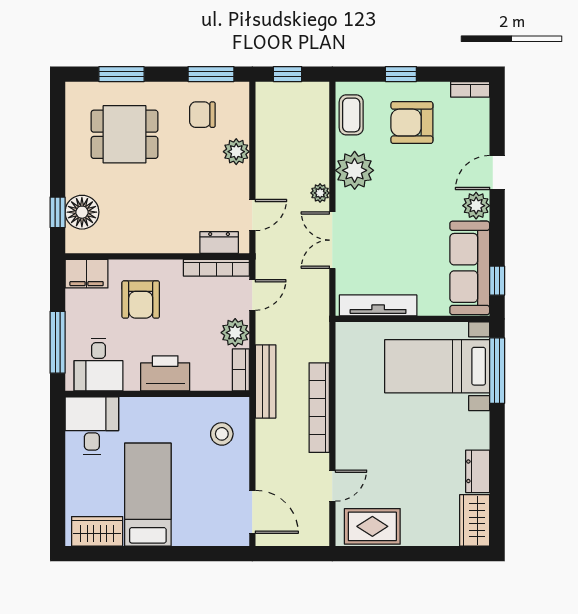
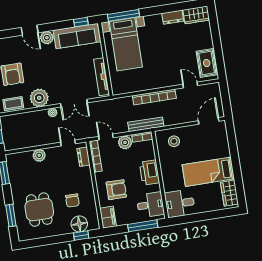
chair: (202, 115) -> (72, 200), moved

